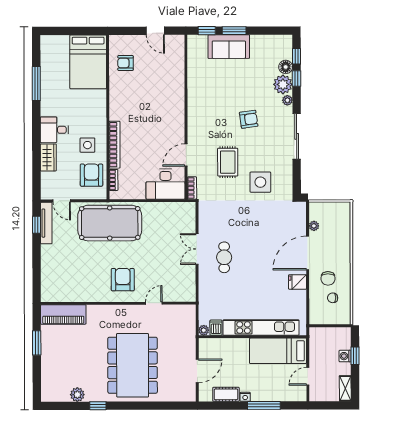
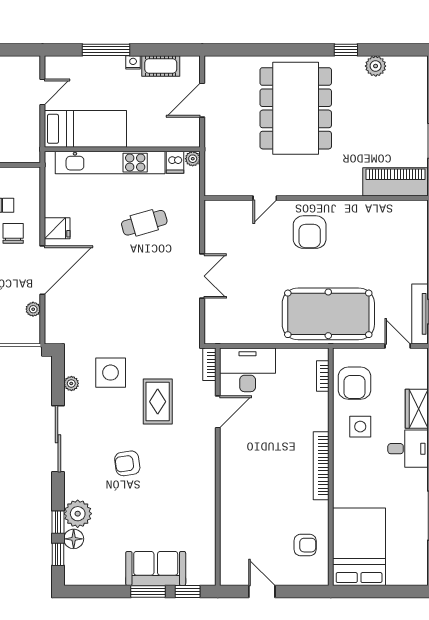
plant: (287, 100) -> (71, 383), moved
bookcase: (115, 145) -> (321, 466), moved
cafe table: (224, 257) -> (144, 223), moved, turned 74

